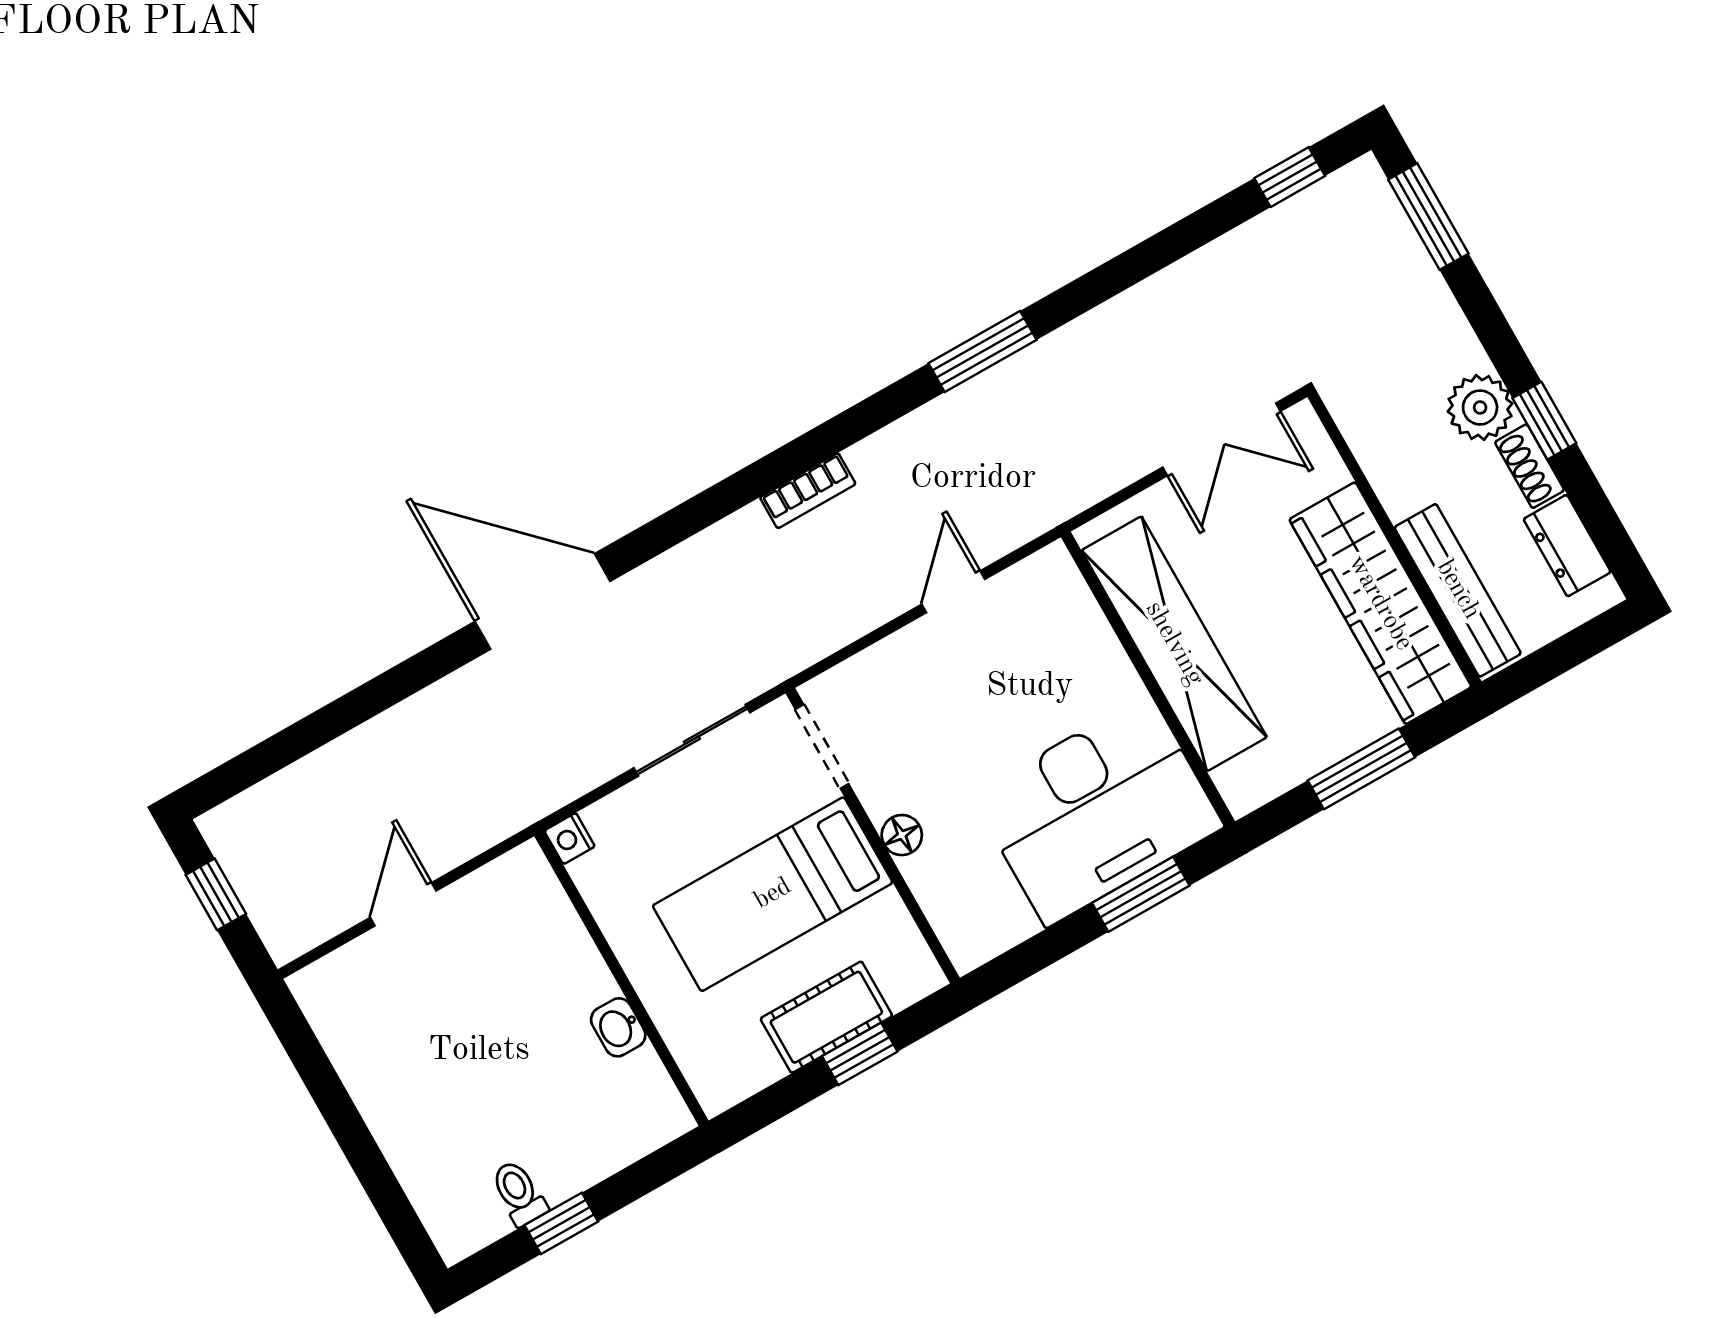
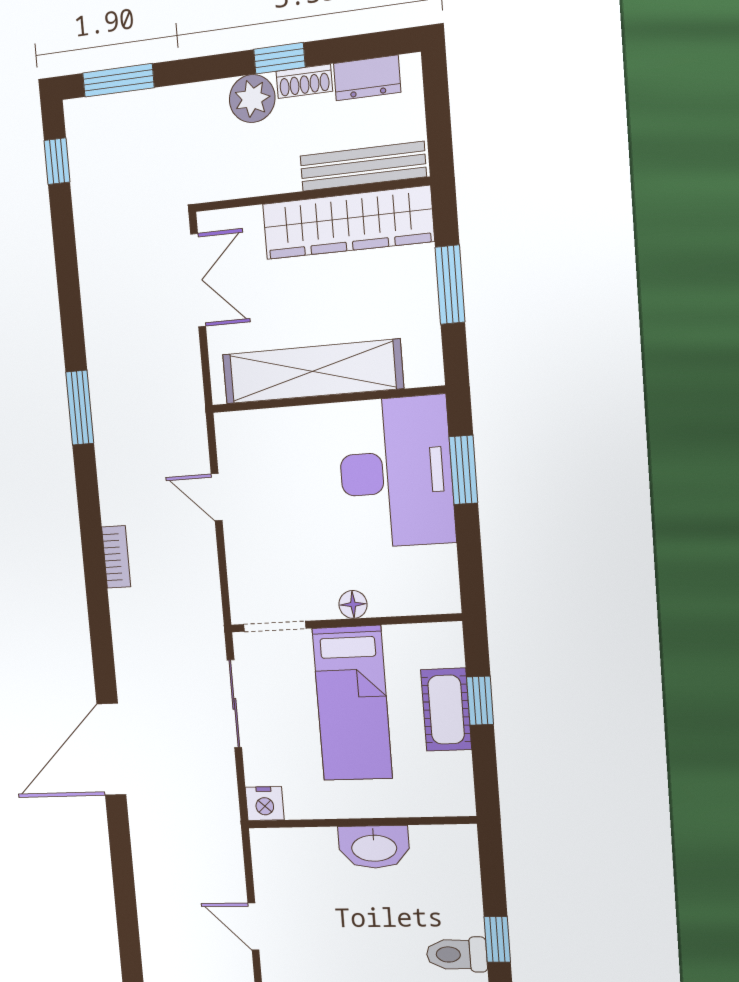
nightstand: (570, 839) -> (265, 804), width x1.39, depth x1.35
washbasin: (618, 1027) -> (374, 847), width x1.91, depth x1.45
toilet: (519, 1193) -> (457, 954), width x1.37, depth x1.39

